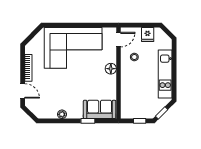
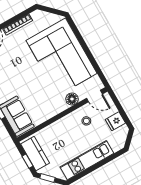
floor lamp: (111, 69) -> (72, 99), moved
kitchen counter: (137, 112) -> (35, 154), added

